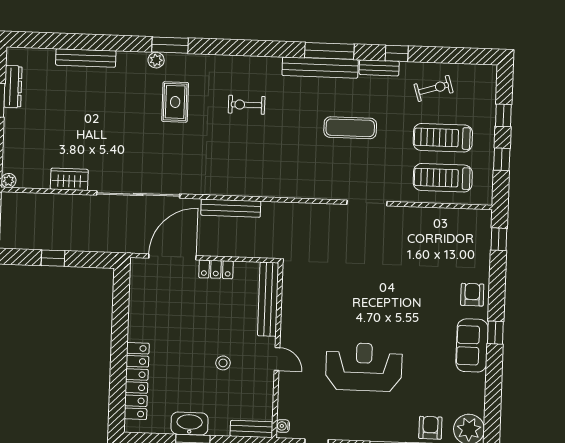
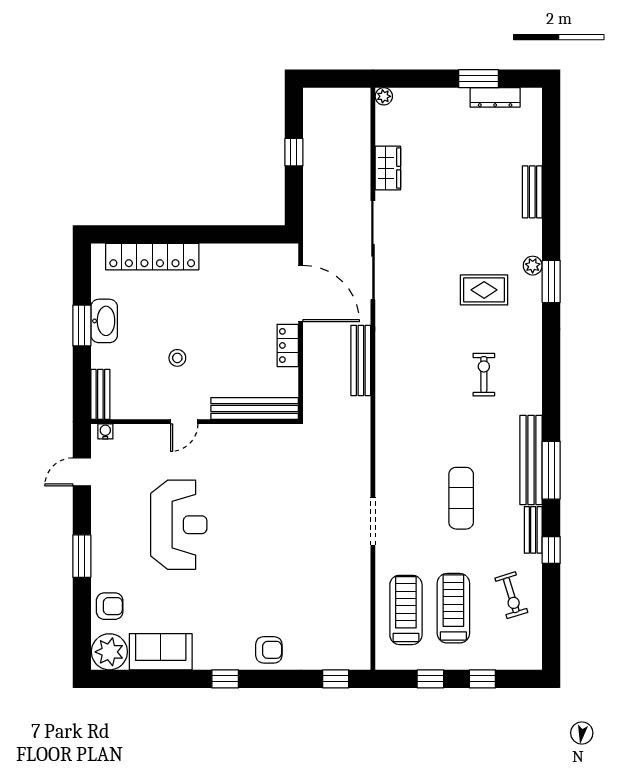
bench: (86, 58) -> (532, 192), width x0.73
sofa: (472, 345) -> (161, 652), moved

